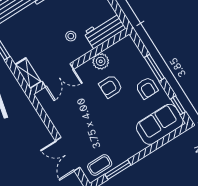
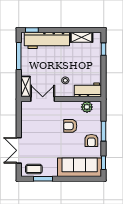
plant: (101, 61) -> (87, 107), moved
double door: (58, 75) -> (43, 99), swing flipped
sofa: (160, 124) -> (80, 167), width x1.36

